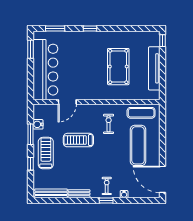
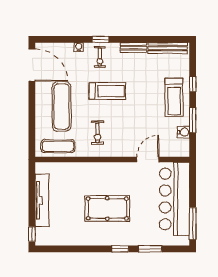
window: (55, 29) -> (150, 249), moved
window: (30, 49) -> (193, 224), width x1.44
pool table: (118, 67) -> (107, 208), moved, turned 90
treadmill: (78, 140) -> (107, 91), moved

